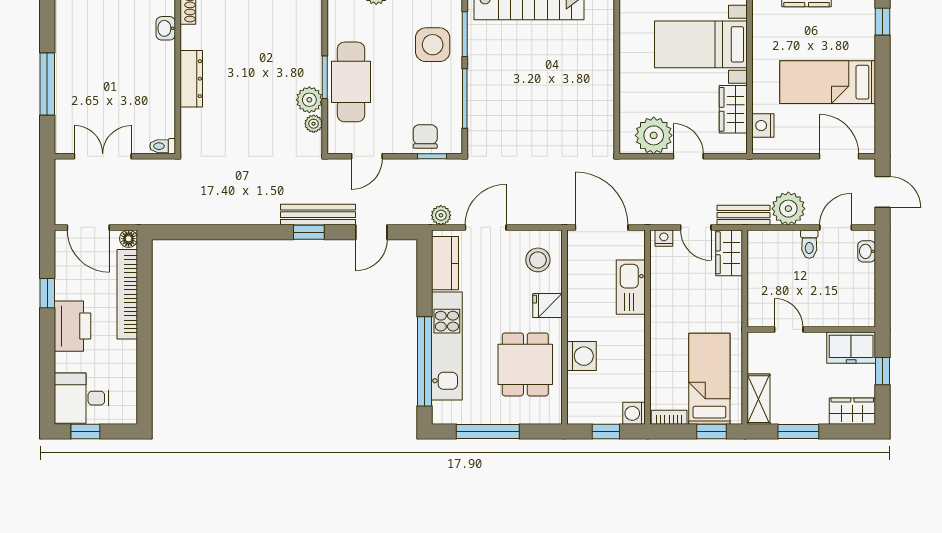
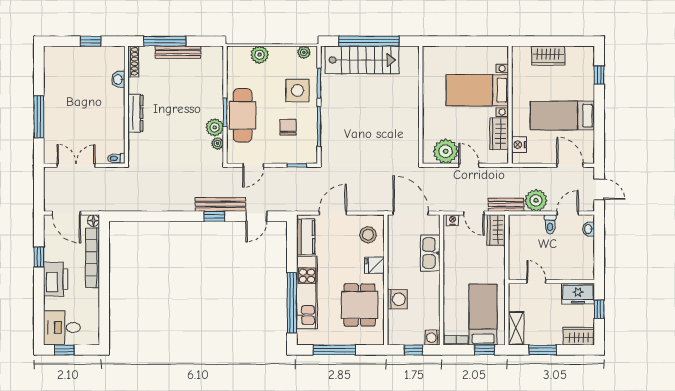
chair: (425, 137) -> (288, 127), moved
plant: (441, 215) -> (303, 205), removed

